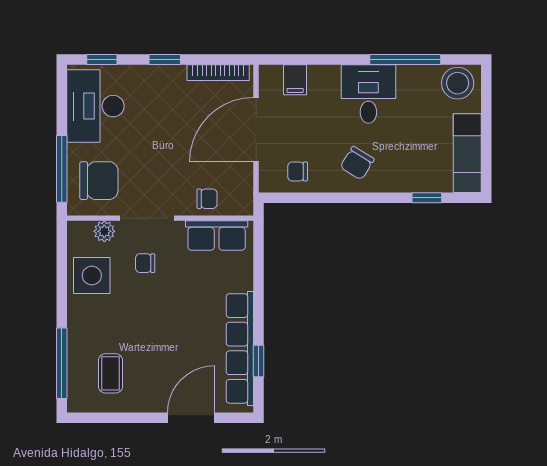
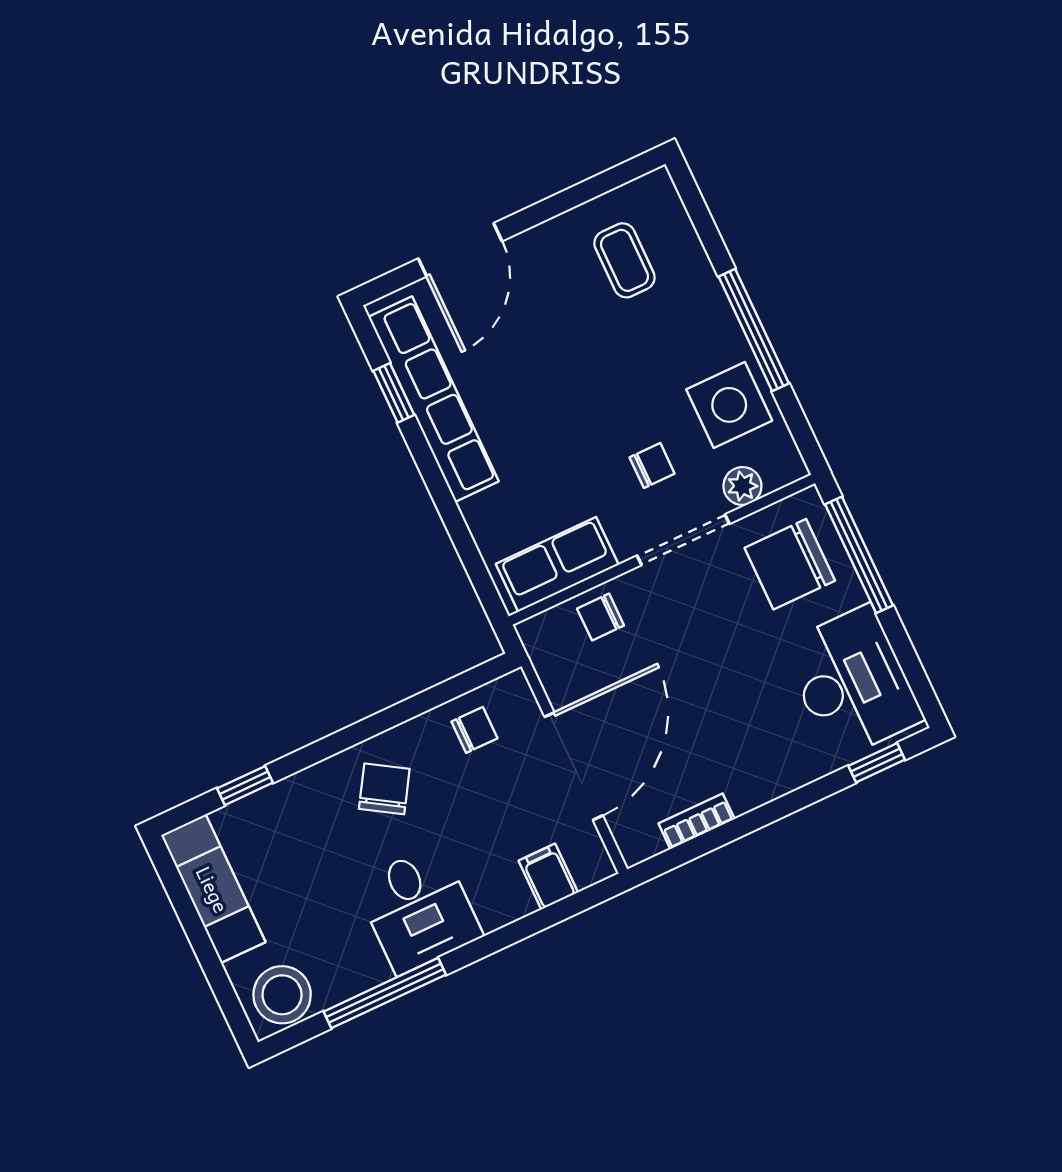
window: (165, 60) -> (775, 810), removed
bookcase: (218, 73) -> (697, 821), width x0.64
window: (62, 363) -> (754, 330), moved

